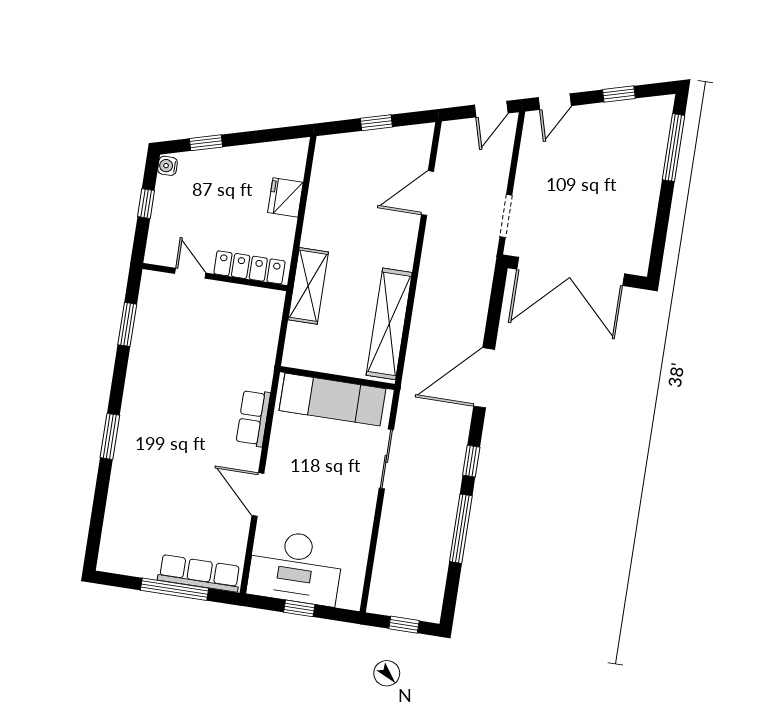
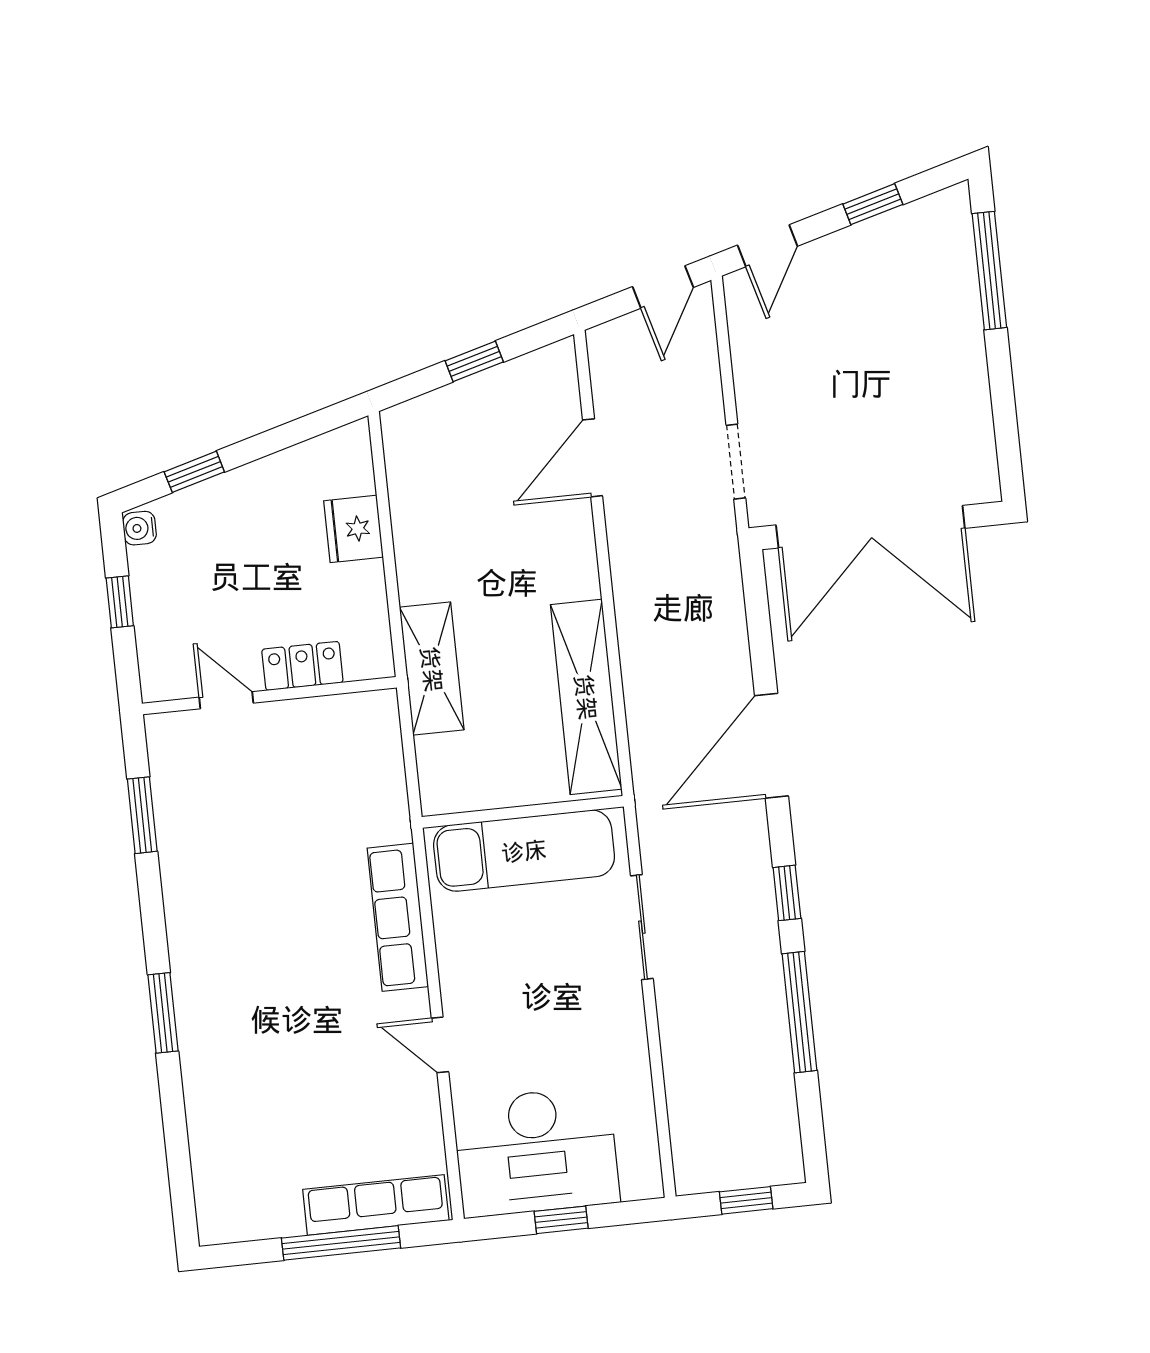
locker: (249, 267) -> (302, 666), width x0.66
row of seats: (253, 418) -> (398, 917), width x1.48
door: (258, 494) -> (440, 1045), width x0.73

